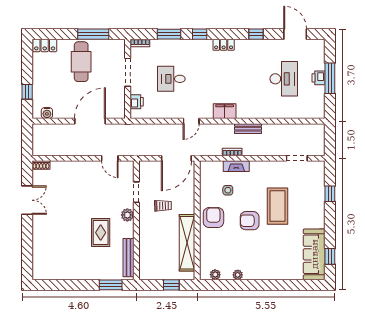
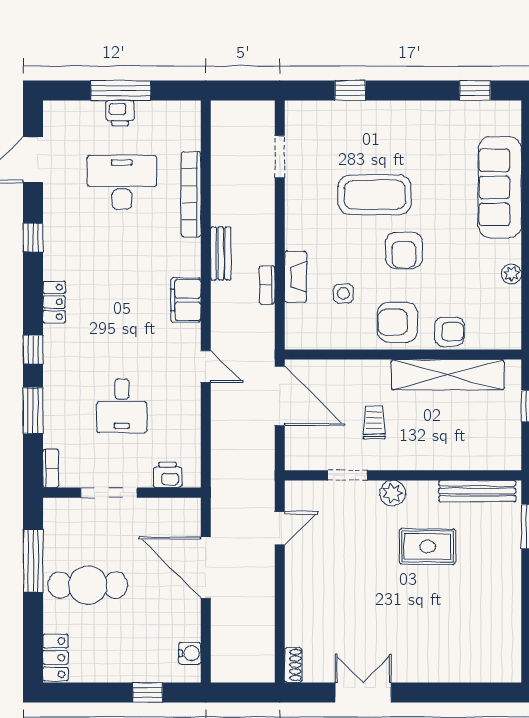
bookcase: (278, 114) -> (191, 194), added
armchair: (209, 244) -> (449, 332), added
sofa: (314, 254) -> (500, 187), moved, turned 90
plant: (215, 275) -> (511, 319), removed

